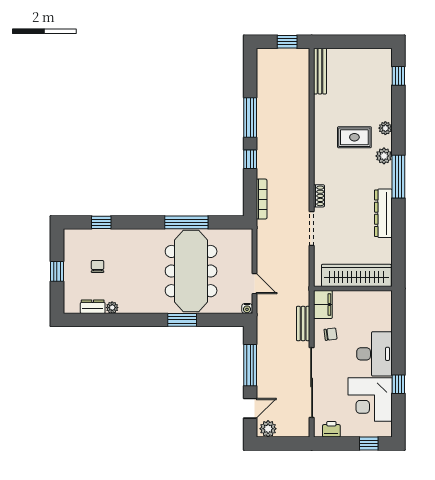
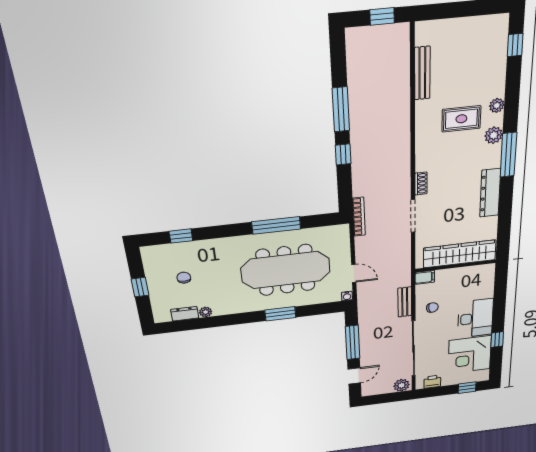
bench: (320, 71) -> (422, 73), moved
bookcase: (262, 199) -> (359, 217), moved
meeting table: (191, 271) -> (286, 270), turned 90
filing cabinet: (323, 304) -> (425, 277), width x0.50
plant: (268, 429) -> (402, 385), moved

